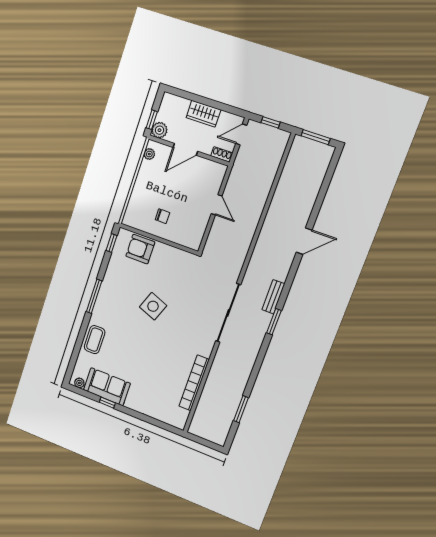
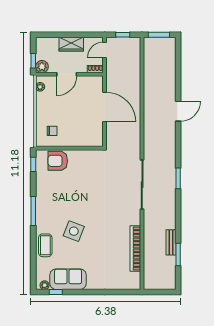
door: (217, 205) -> (105, 107), width x1.88
chair: (162, 216) -> (52, 131), moved
bench: (273, 297) -> (171, 242), moved
side table: (153, 306) -> (74, 231), moved
window: (107, 403) -> (56, 292), moved

